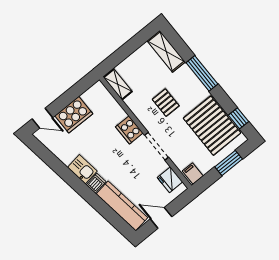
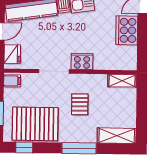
pallet: (166, 103) -> (80, 104), turned 90
fridge: (170, 180) -> (12, 54), moved, turned 90

